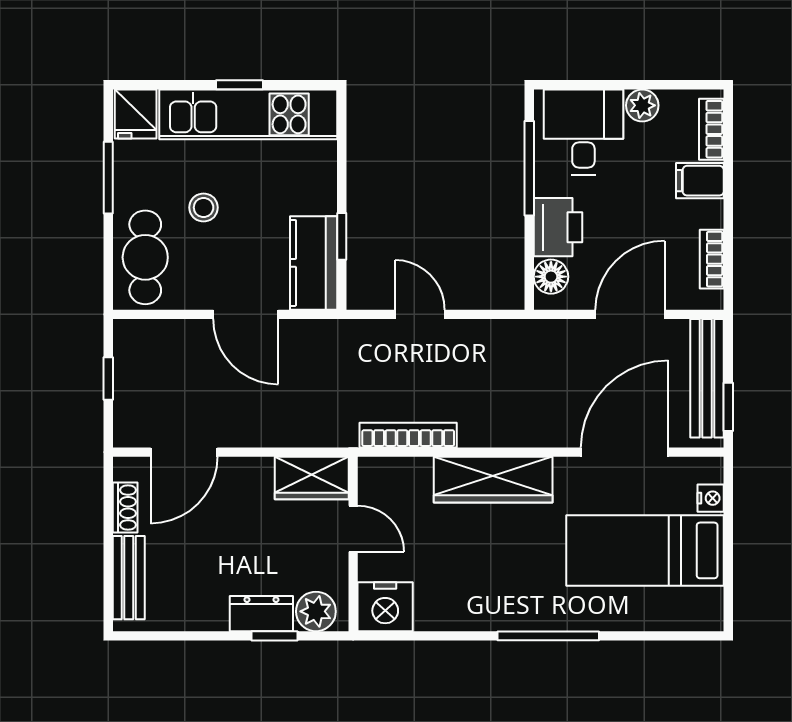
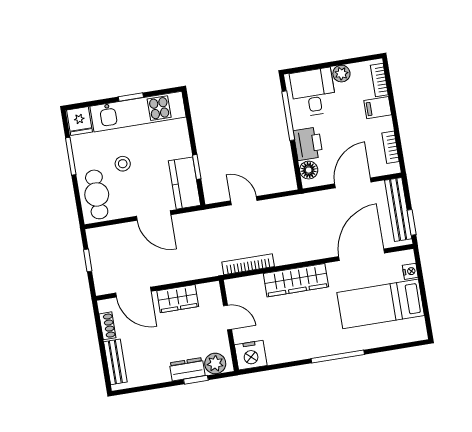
door: (184, 452) -> (133, 292), hinge flipped
wardrobe: (312, 478) -> (178, 299), moved

